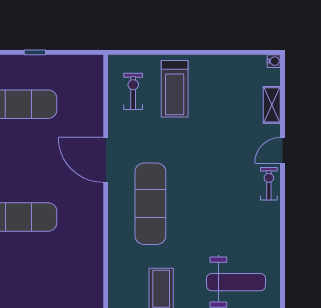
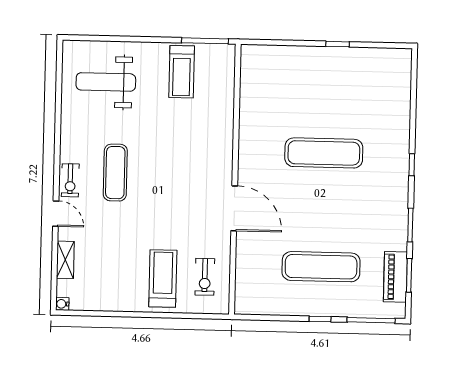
window: (35, 52) -> (320, 319), moved
door: (282, 150) -> (56, 214), hinge flipped
exercise mat: (150, 204) -> (115, 173), moved, width x0.73, depth x0.69

